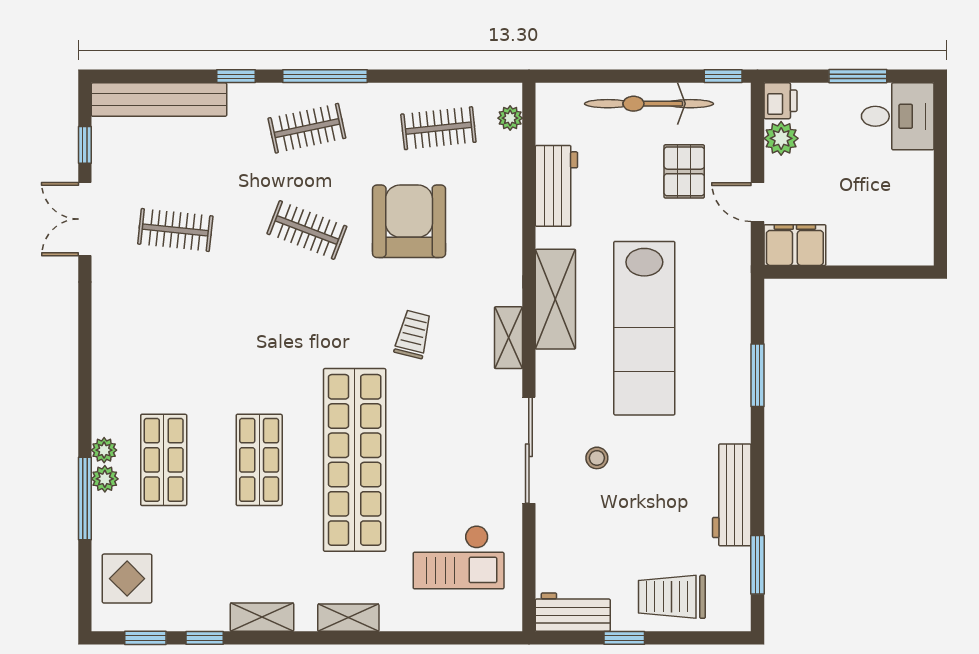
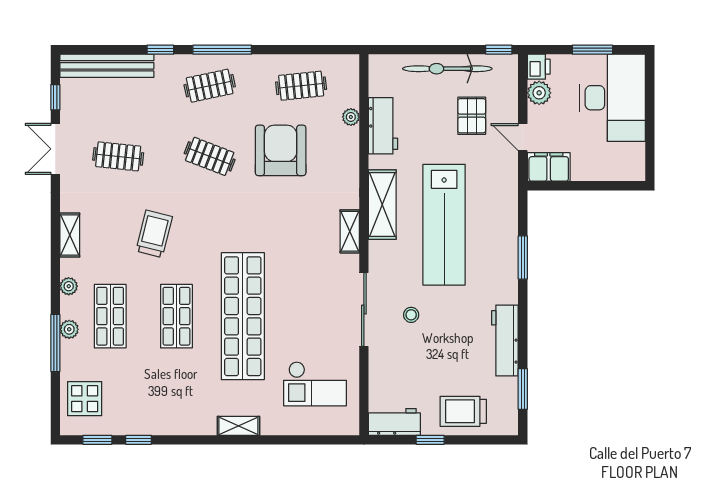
desk: (898, 116) -> (613, 98), width x1.87, depth x1.30
plant: (510, 118) -> (351, 117), moved
trolley: (413, 334) -> (154, 234), moved, width x1.36, depth x1.39
plant: (104, 450) -> (69, 286), moved
shelving: (262, 617) -> (70, 235), moved, turned 90

